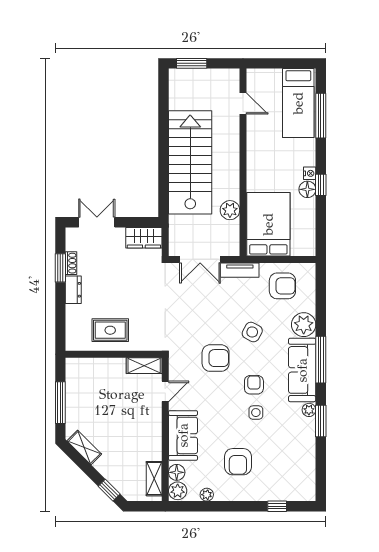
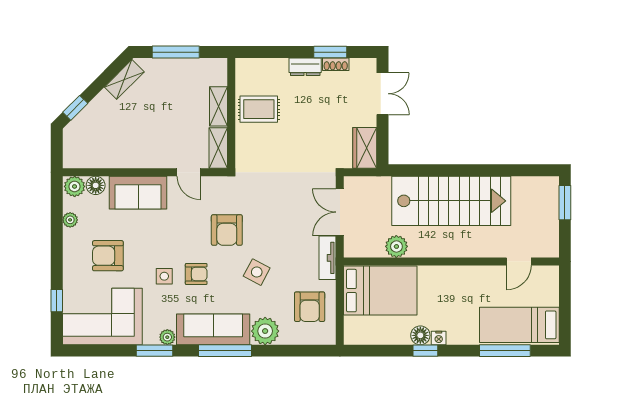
rug: (110, 330) -> (259, 109), turned 90
corner sofa: (291, 467) -> (102, 316), added
shelving: (154, 479) -> (219, 106), moved, turned 90

